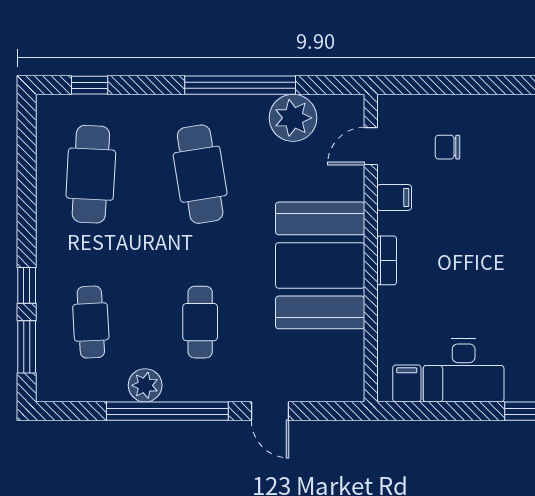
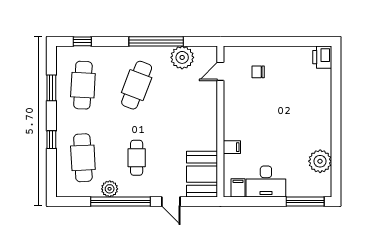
cafe table: (200, 174) -> (137, 85), turned 30
filing cabinet: (394, 197) -> (232, 147), moved
bookcase: (387, 260) -> (228, 127), removed
booth: (320, 265) -> (202, 174), moved, width x0.73, depth x0.70
cafe table: (91, 322) -> (83, 158), width x1.37, depth x1.35
window: (27, 347) -> (51, 88), moved

